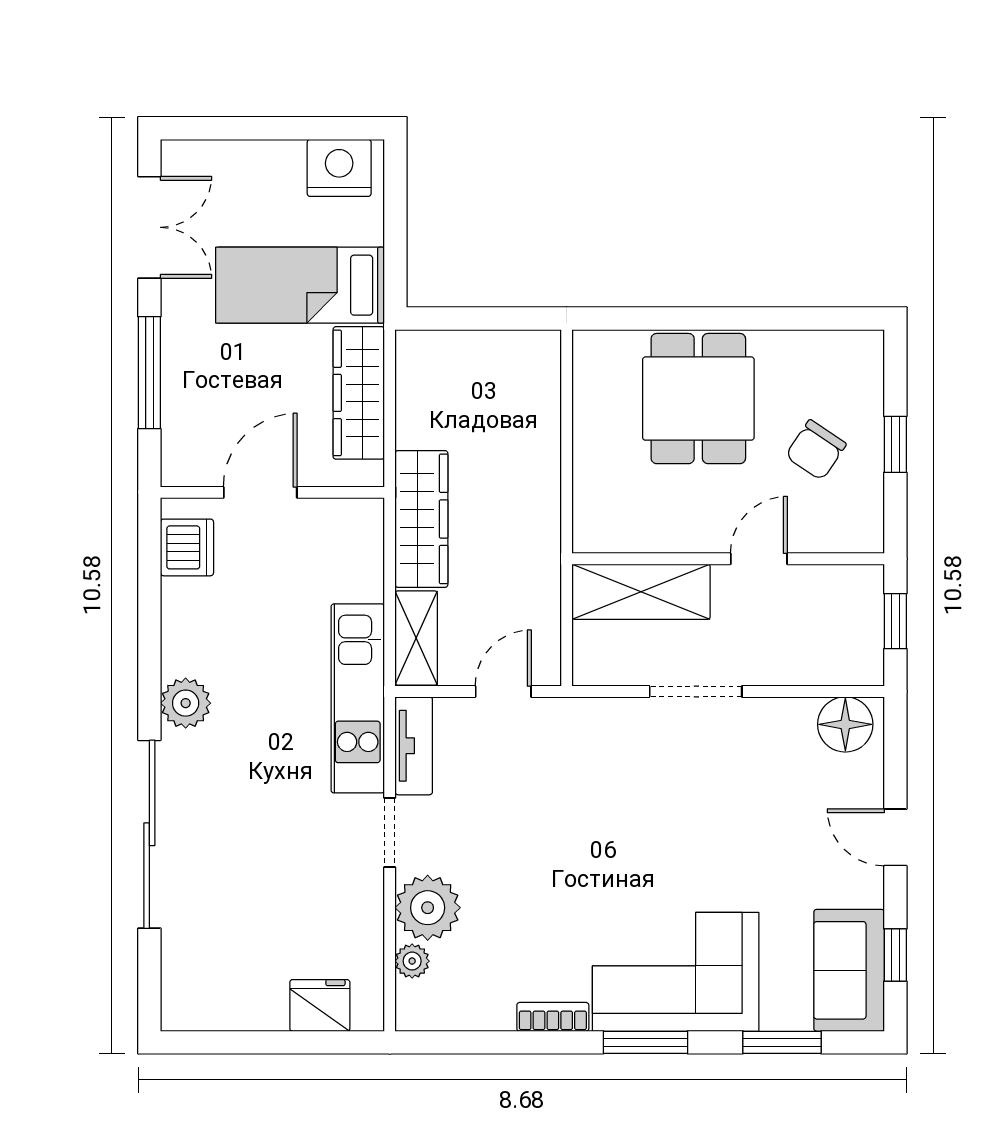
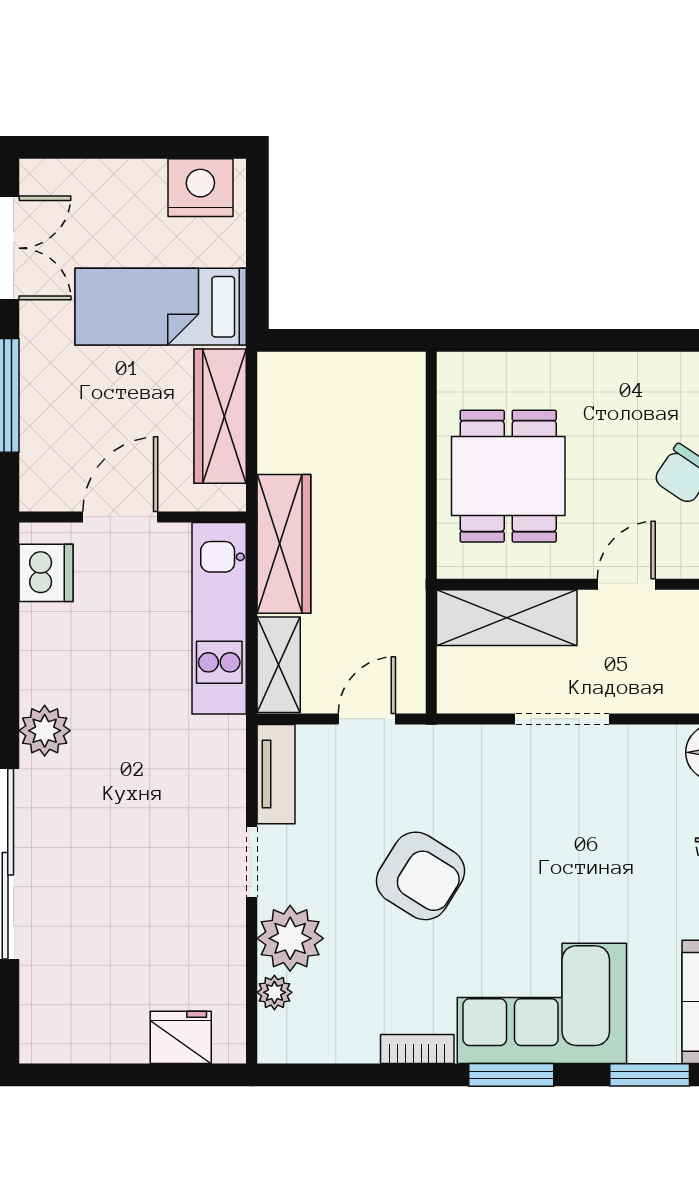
dining table: (698, 399) -> (508, 476), moved
kitchen unit: (358, 698) -> (219, 618), moved
armchair: (556, 846) -> (420, 876), added

